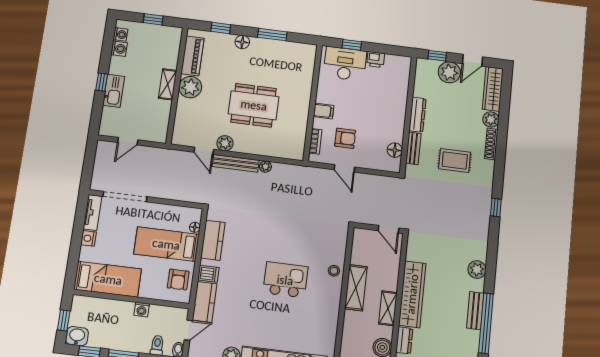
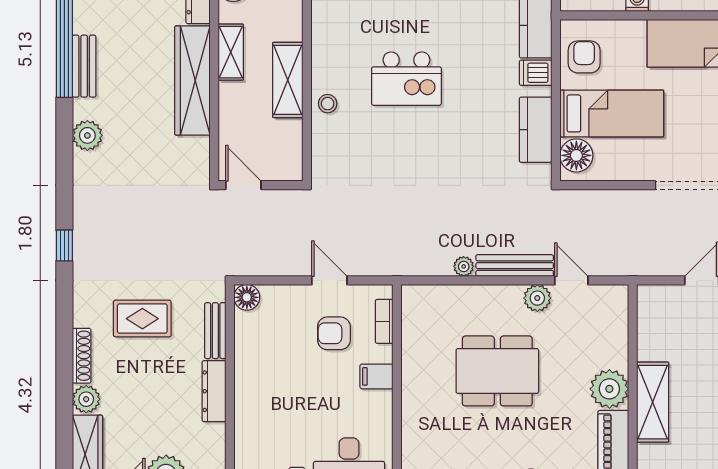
shelving: (168, 84) -> (653, 402), width x1.50, depth x1.33
floor lamp: (395, 150) -> (247, 297), moved
floor lamp: (195, 227) -> (576, 155), width x1.89, depth x1.89

